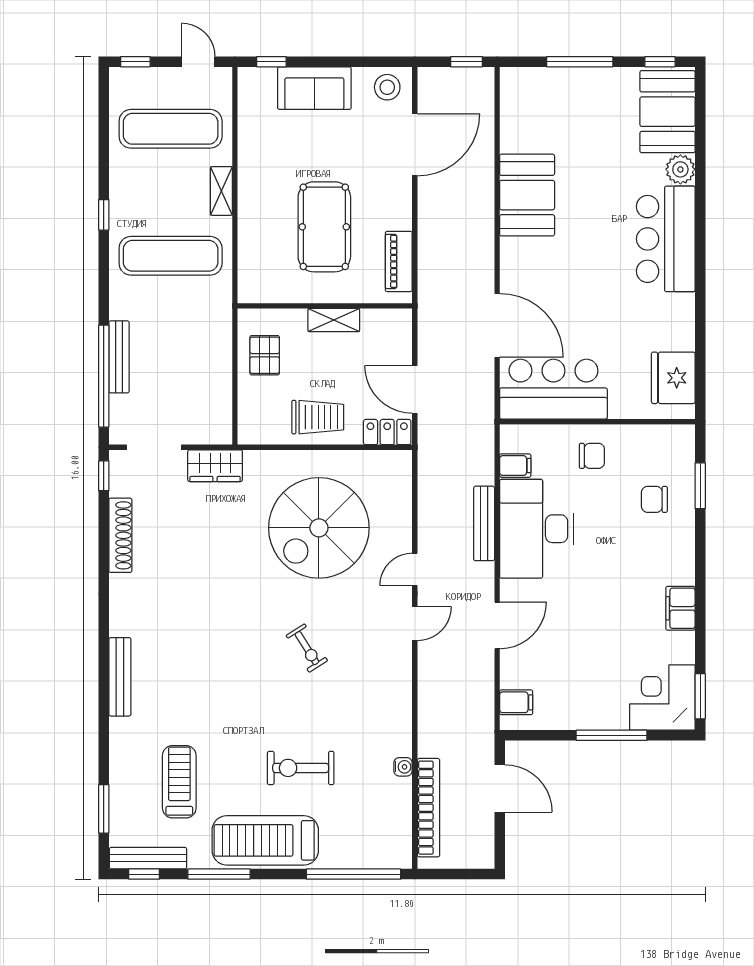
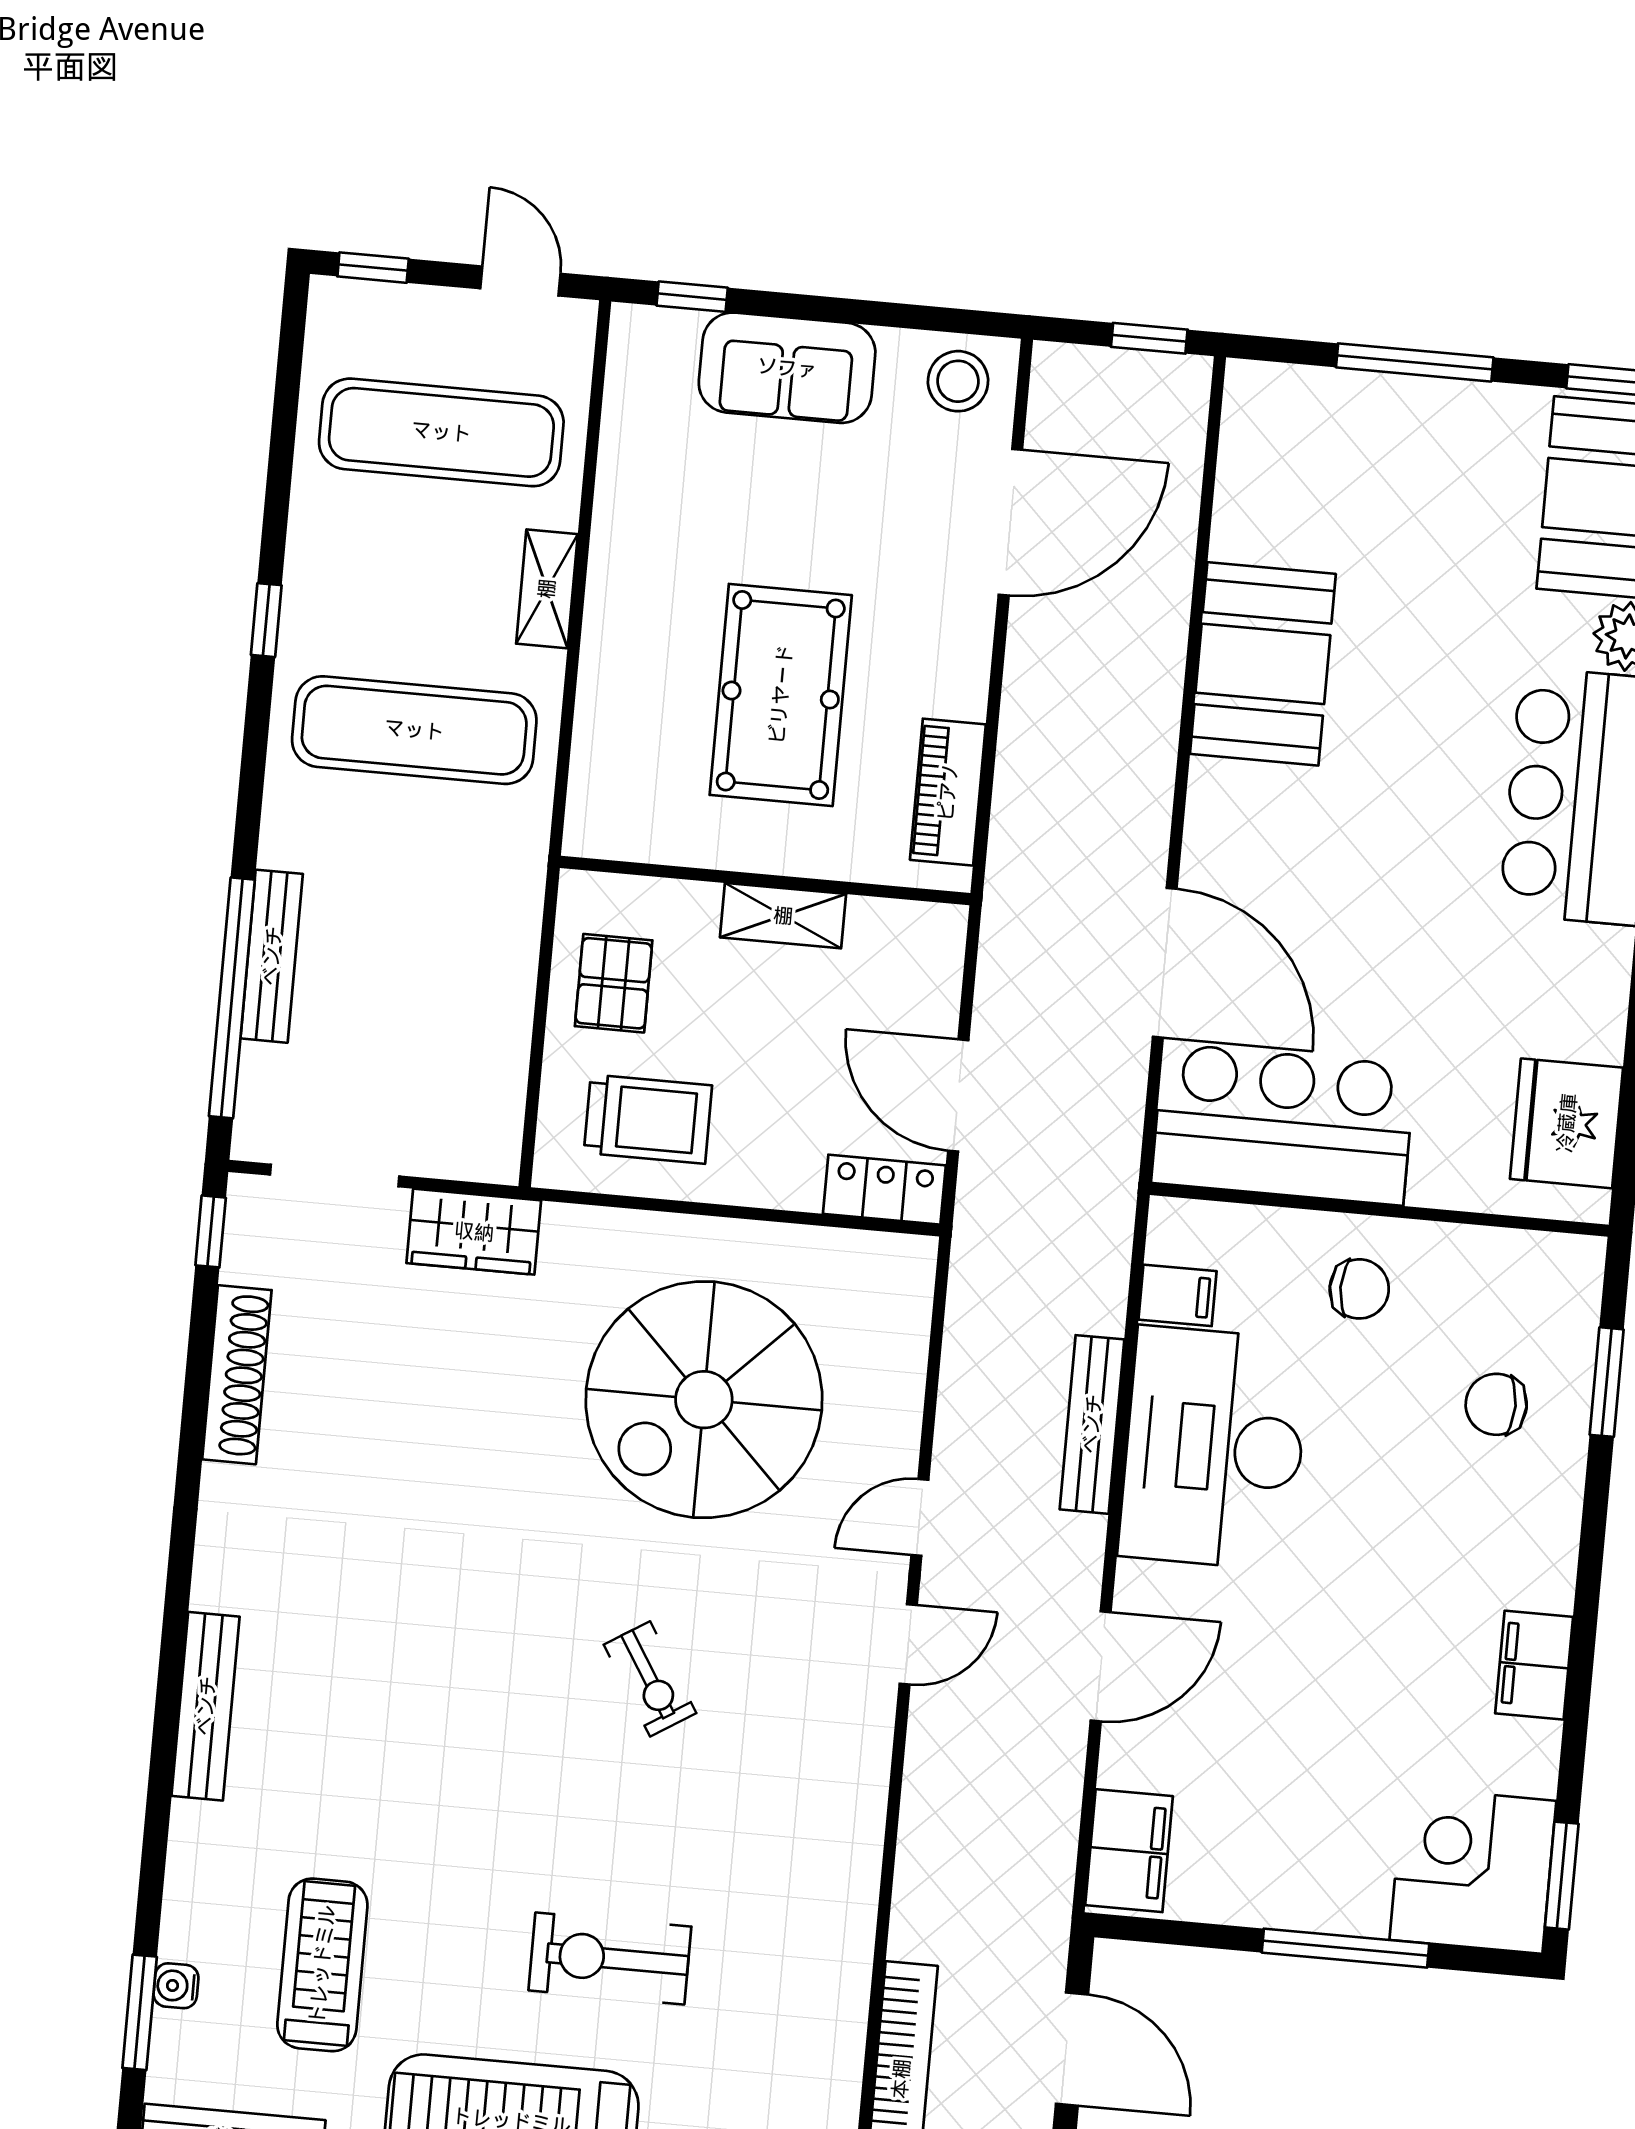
trolley: (318, 417) -> (648, 1119), moved
filing cabinet: (516, 702) -> (1129, 1851), width x2.00
water cooler: (403, 767) -> (176, 1986), moved, turned 180

